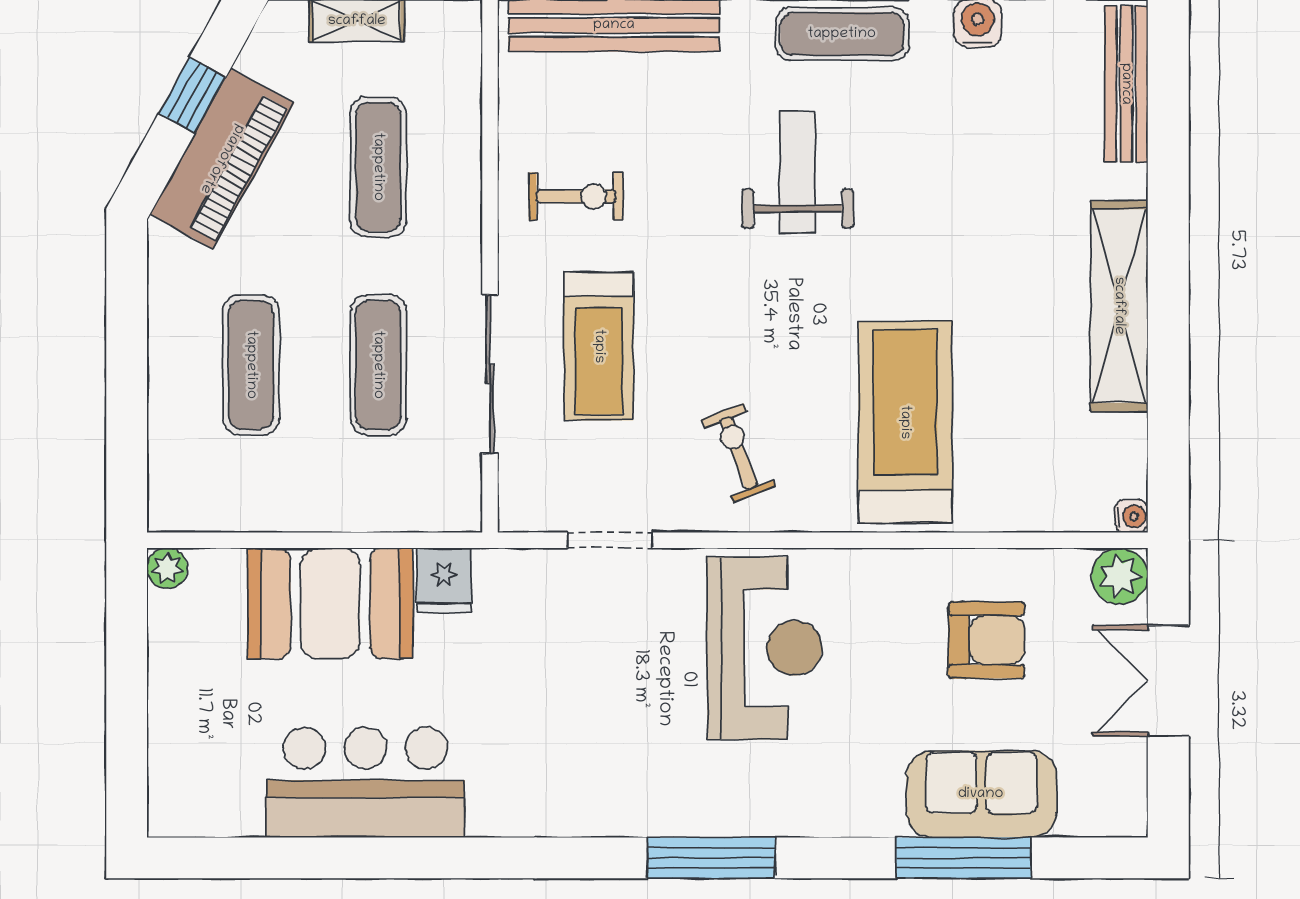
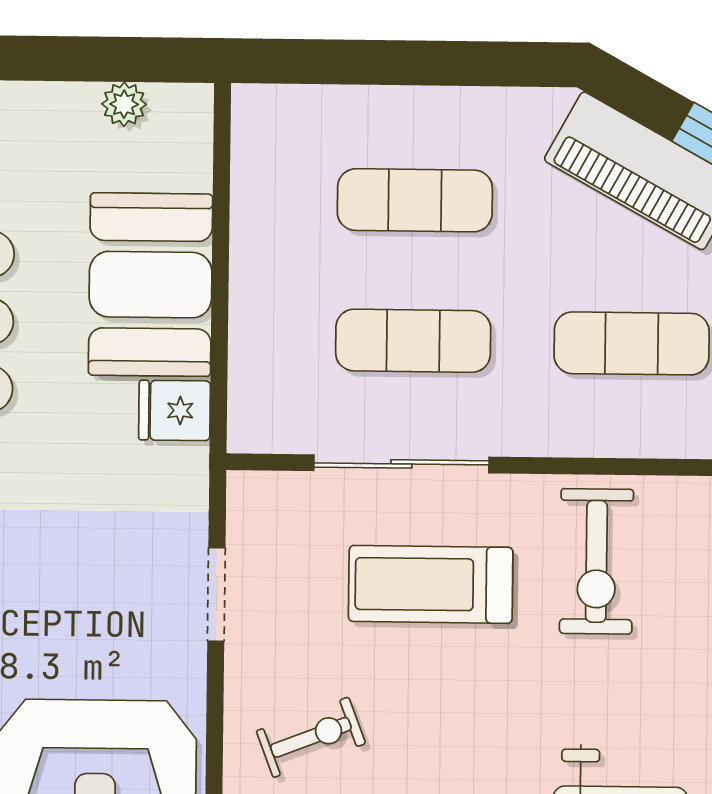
exercise bike: (576, 196) -> (596, 561), width x1.38, depth x1.39
plant: (167, 568) -> (124, 104), moved

